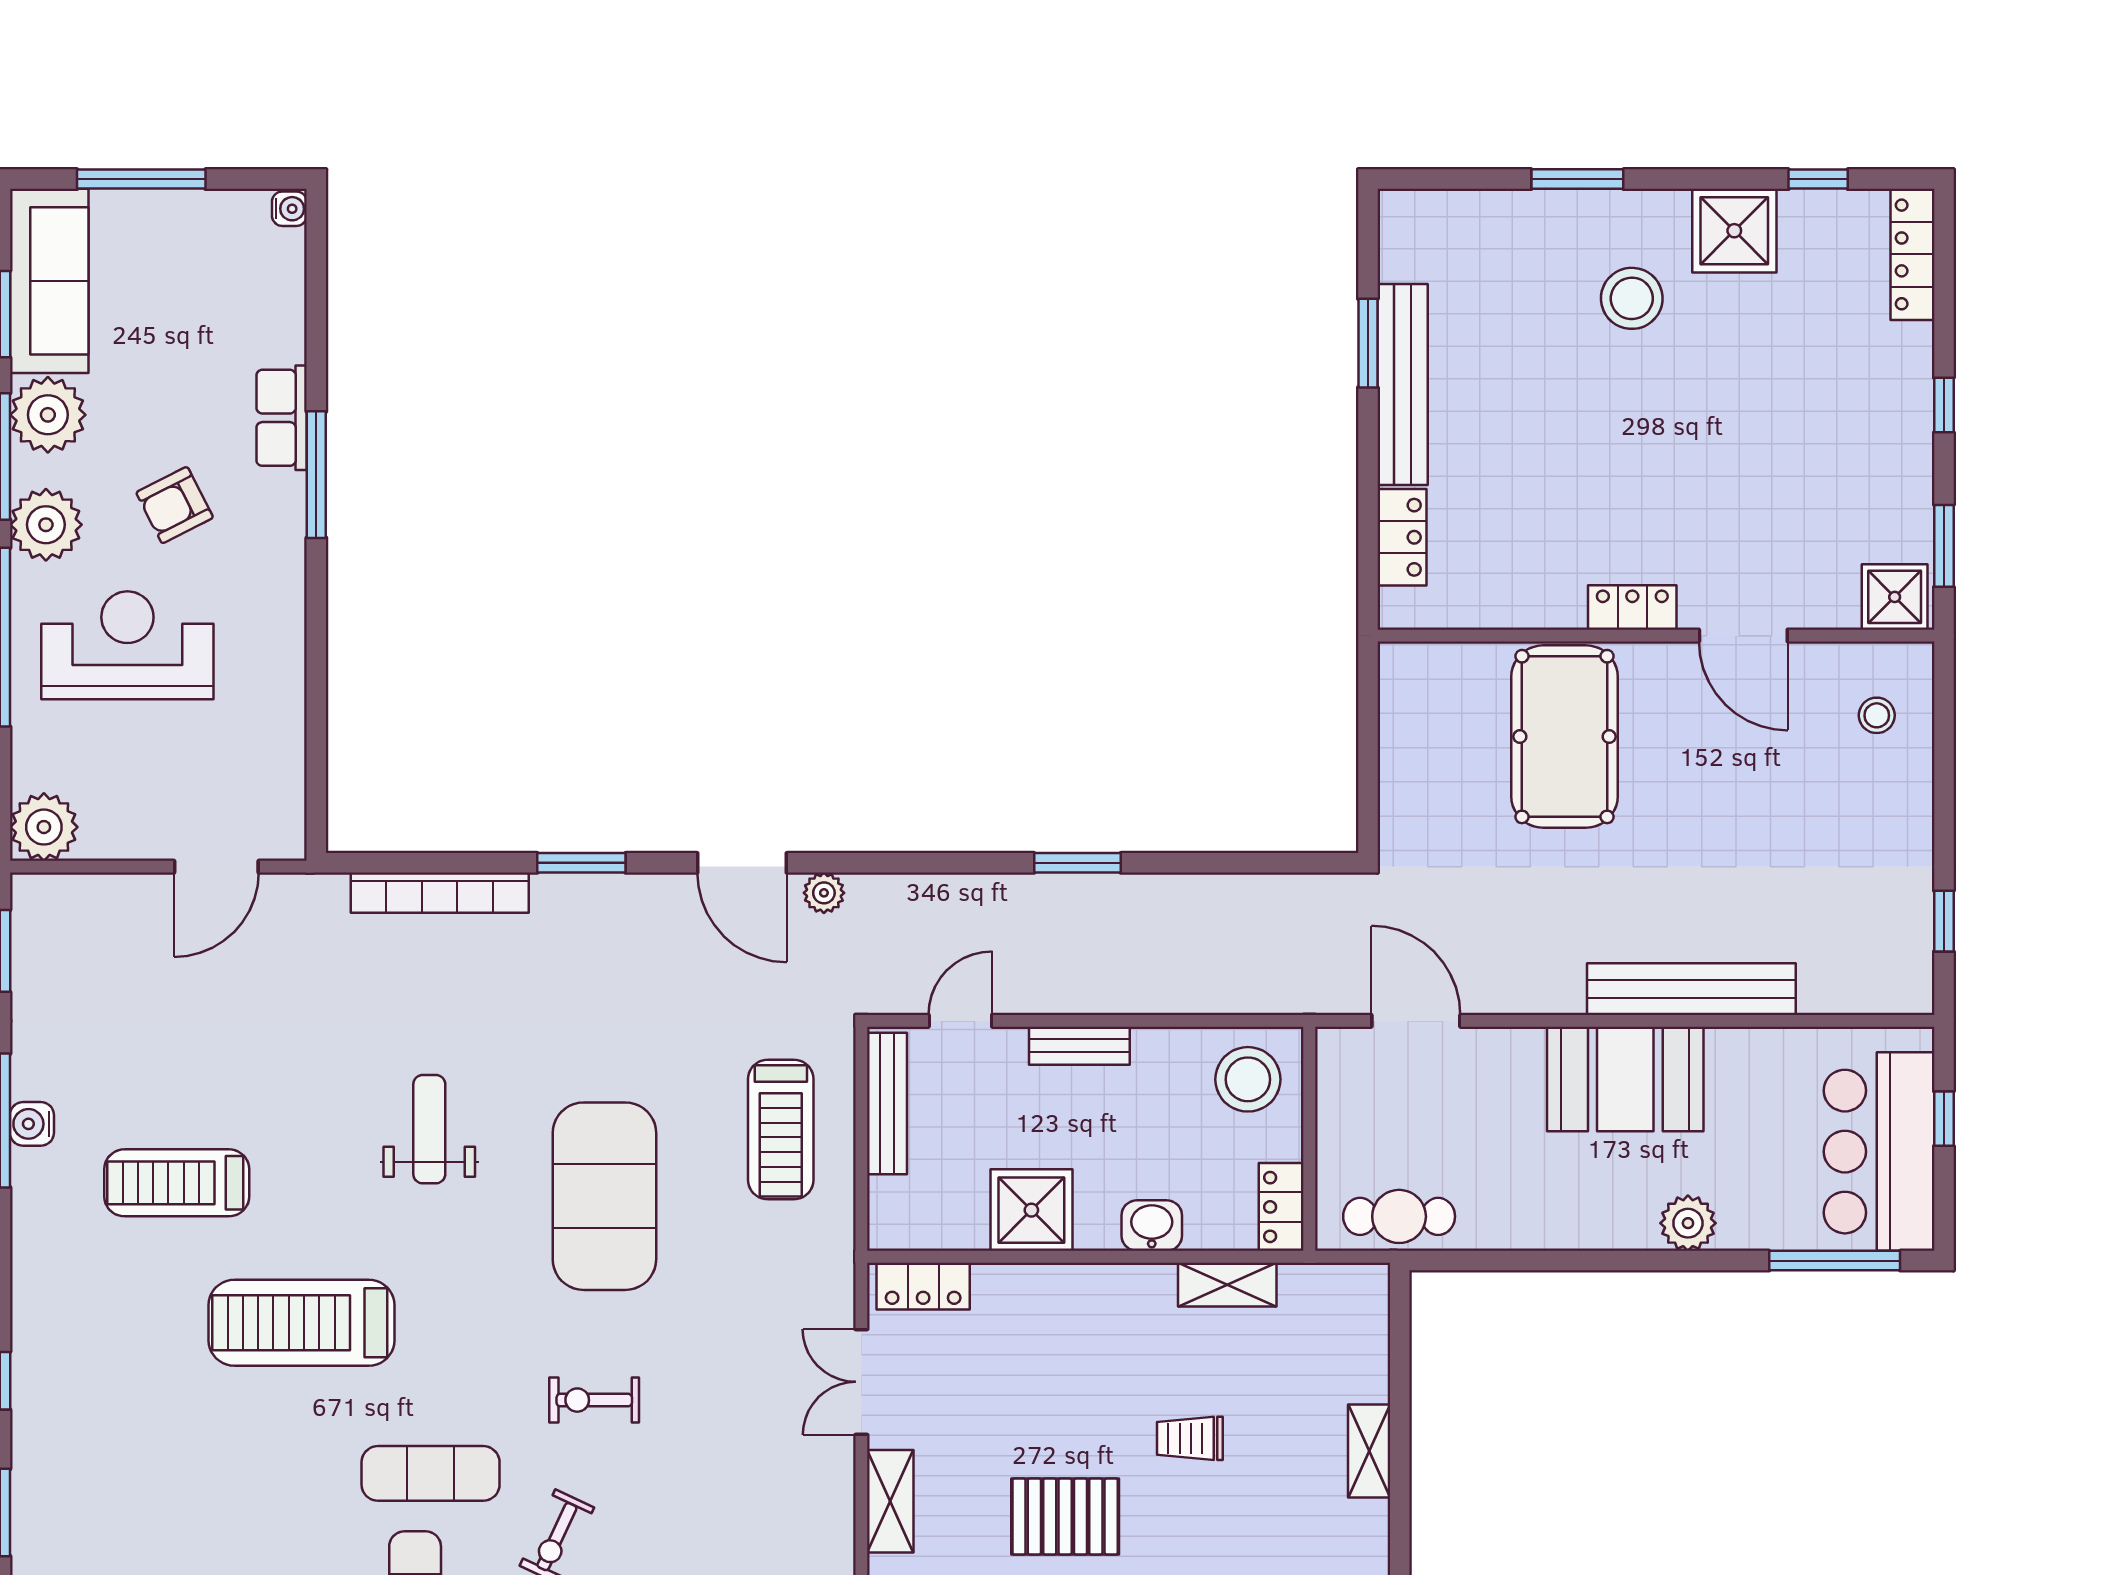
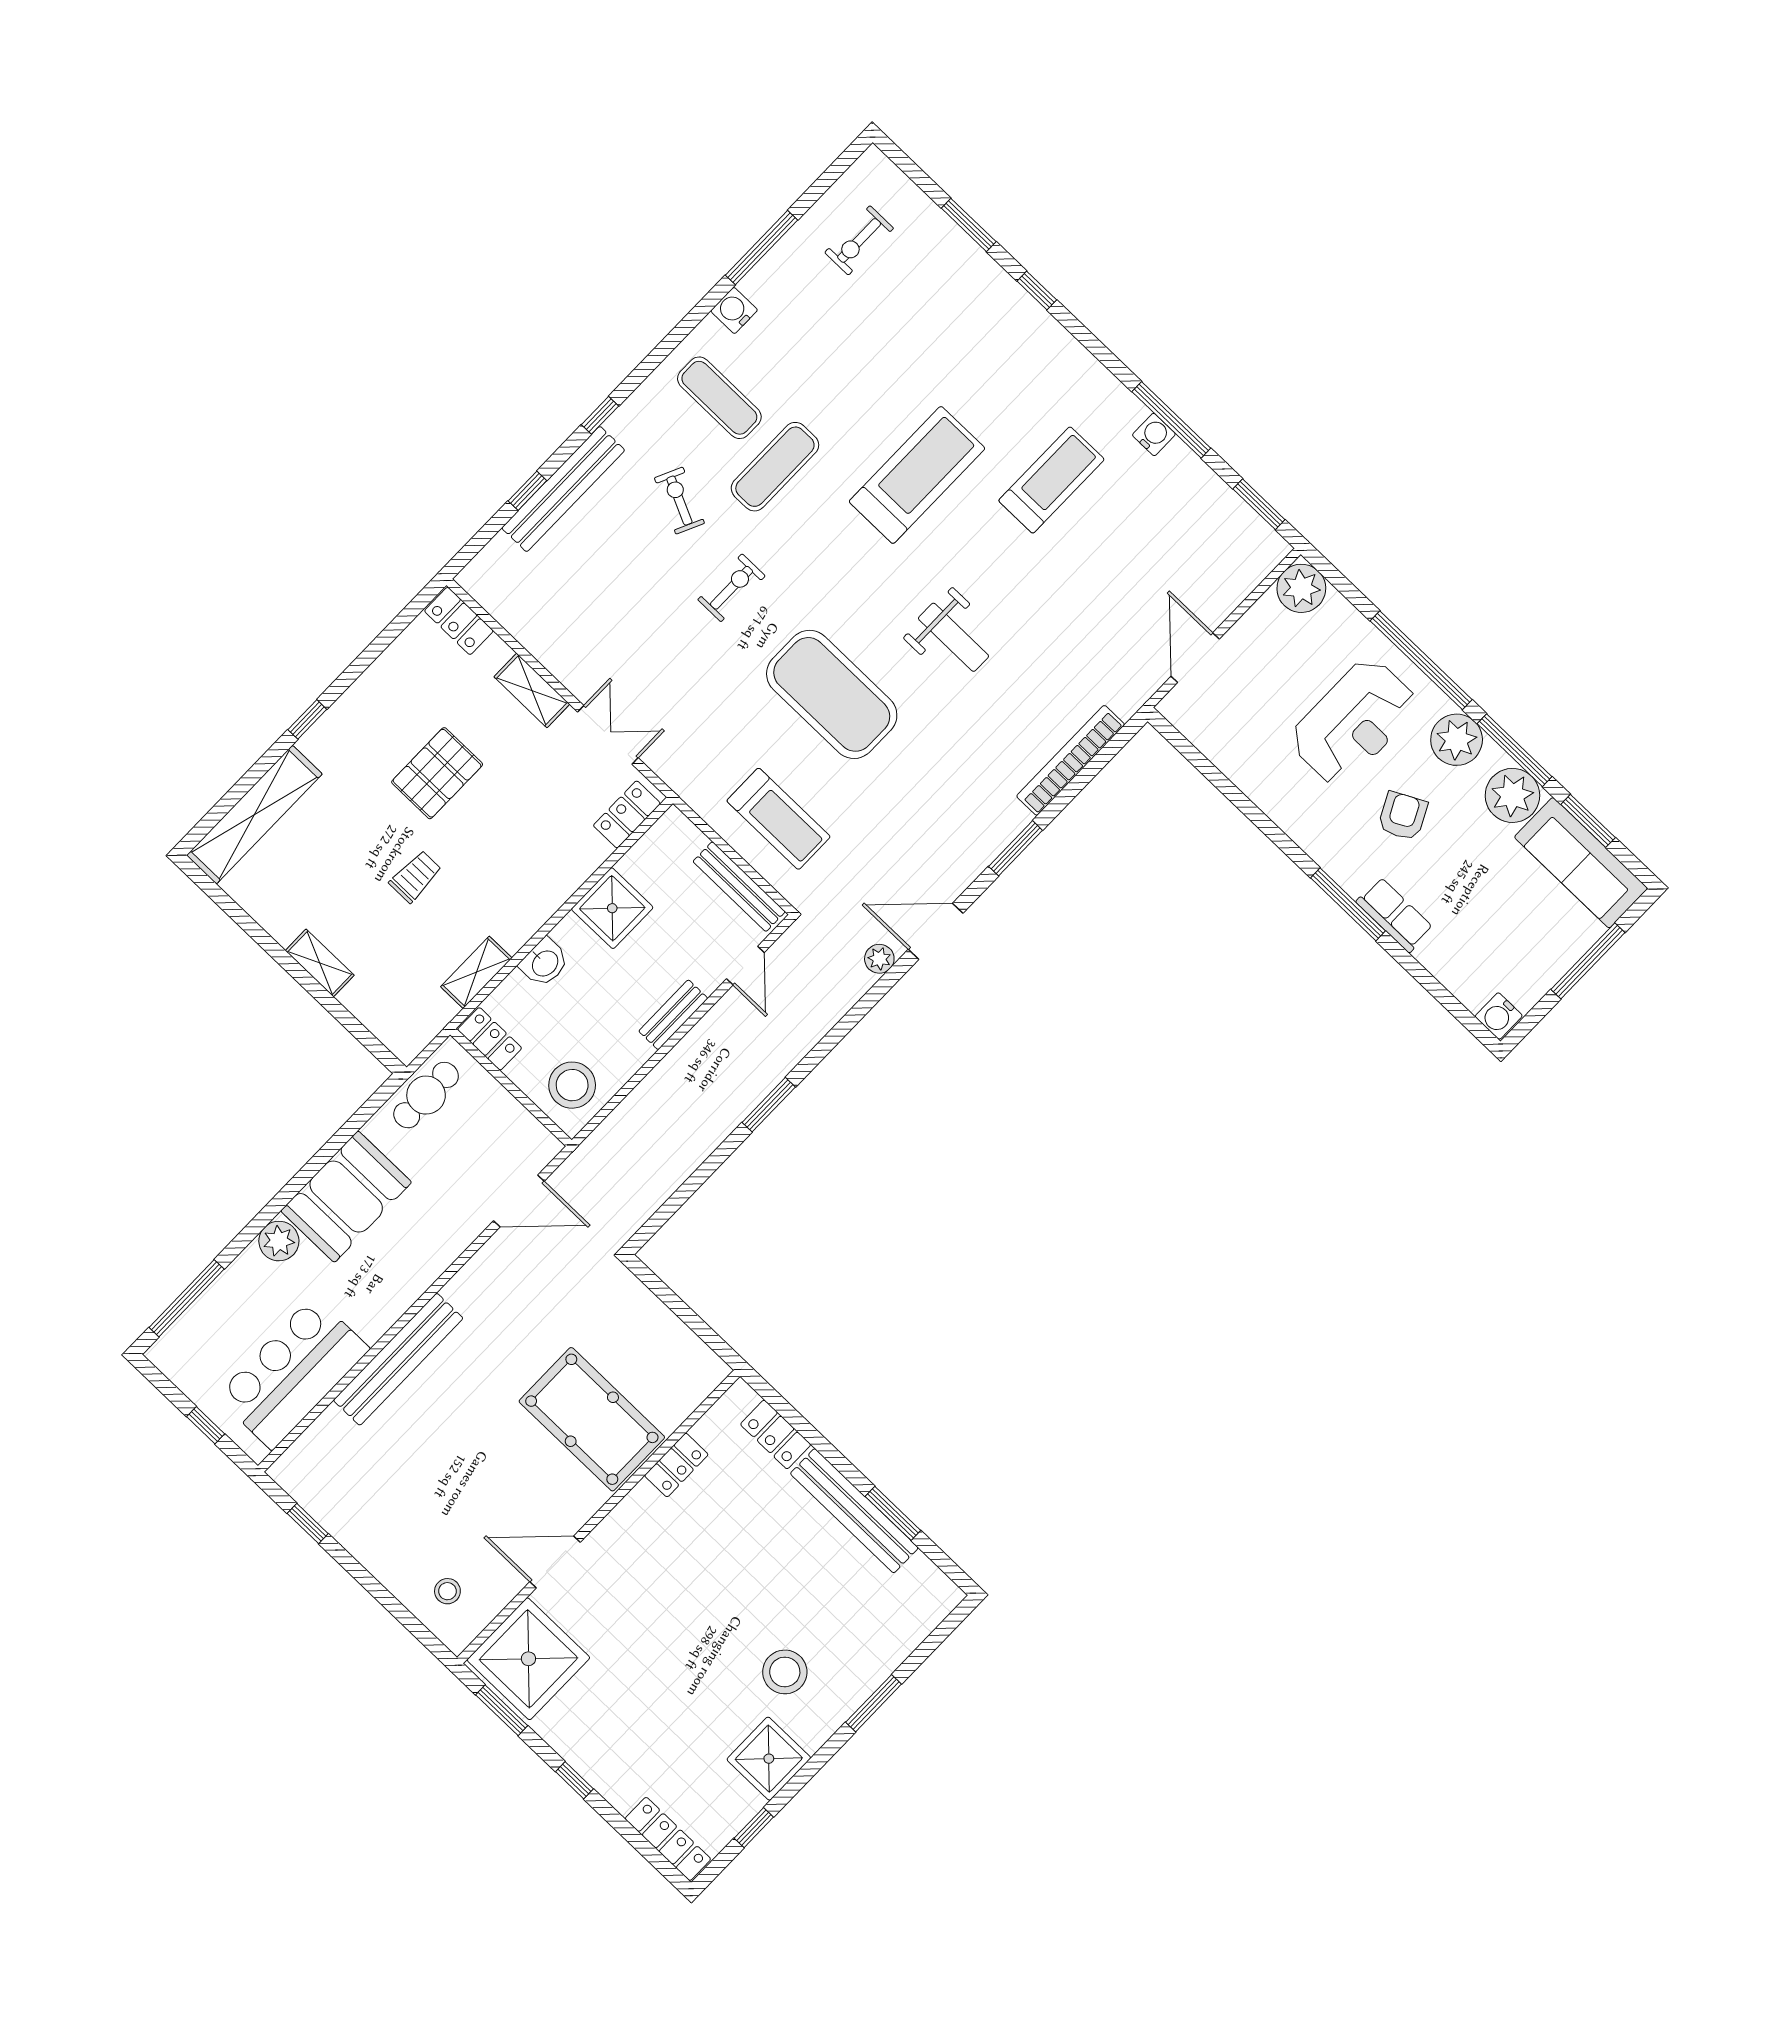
water cooler: (289, 209) -> (1499, 1016), width x1.38, depth x1.38
shower: (1895, 597) -> (528, 1659), width x1.86, depth x1.86
locker: (1632, 607) -> (676, 1465), moved
booth: (1625, 1079) -> (346, 1197), moved
treadmill: (781, 1130) -> (779, 819), turned 180
bar counter: (1879, 1152) -> (293, 1373), moved, turned -90

